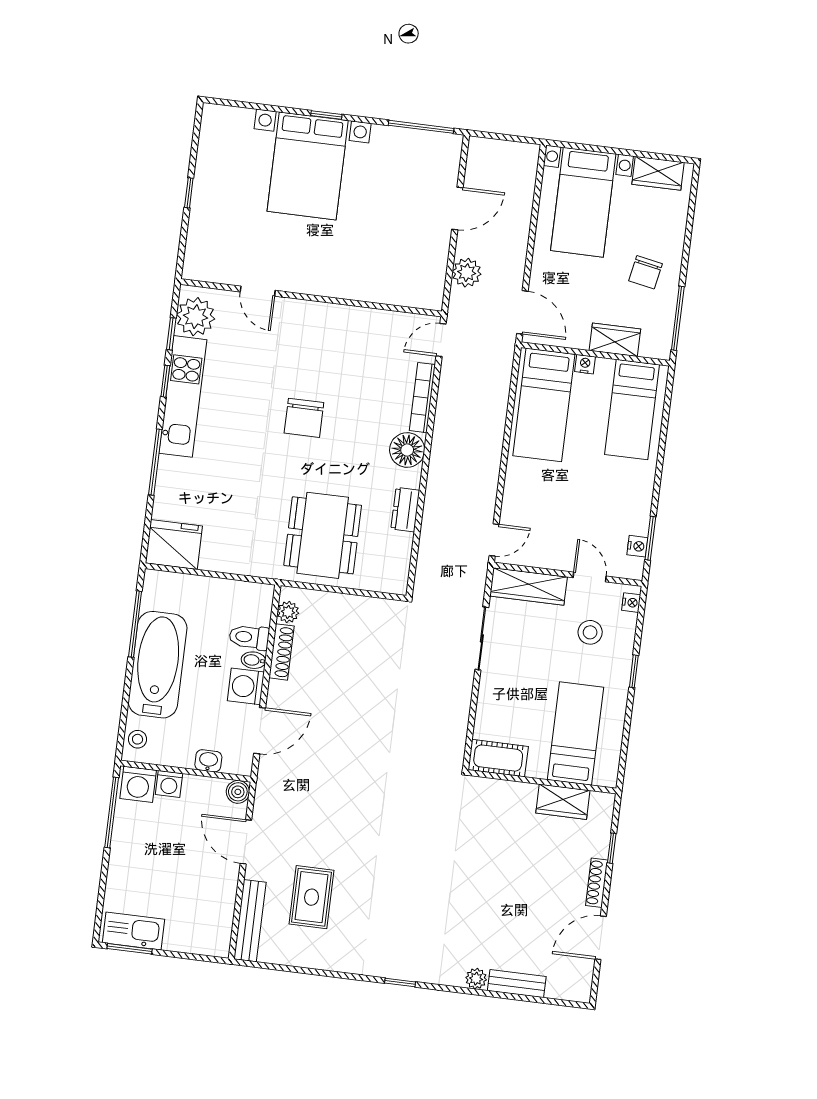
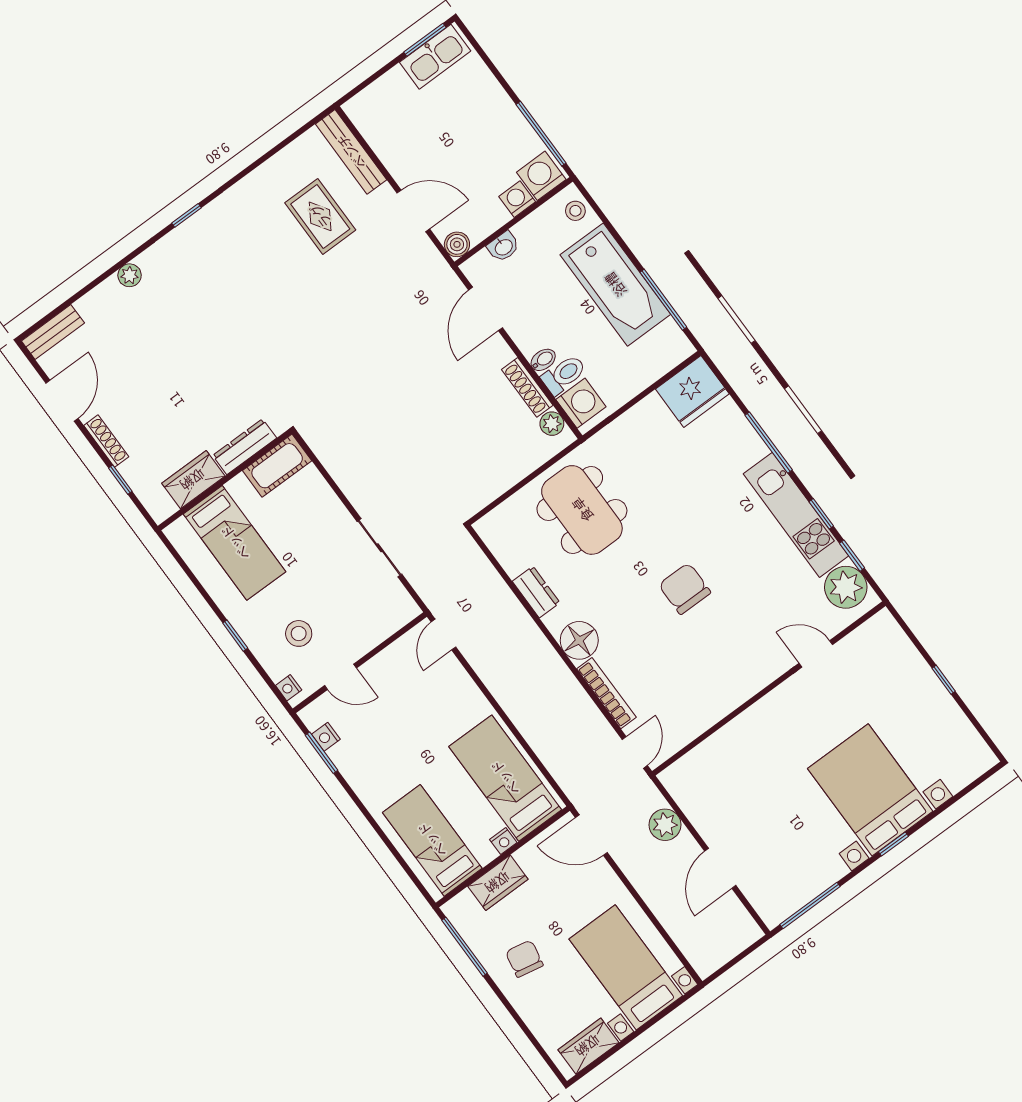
wardrobe: (529, 586) -> (381, 624), removed
washing machine: (246, 686) -> (581, 403), moved
dresser: (508, 791) -> (245, 447), added
bench: (517, 984) -> (53, 332), moved

